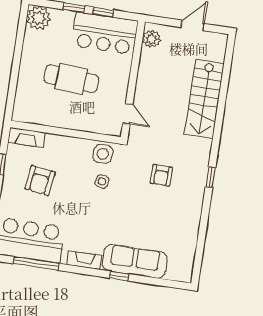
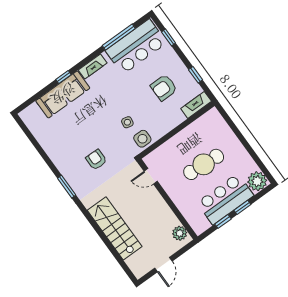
bar counter: (105, 33) -> (225, 199), moved
window: (211, 177) -> (67, 187), width x1.50
armchair: (40, 180) -> (164, 88), turned -98

